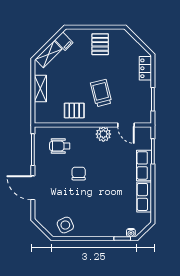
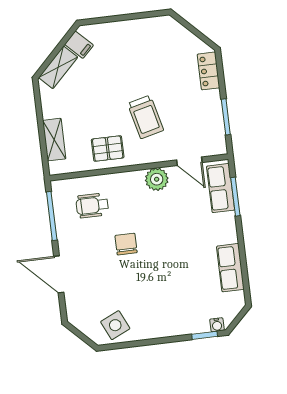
pallet: (100, 44) -> (135, 43), removed
shelving: (40, 88) -> (54, 140), moved
trolley: (101, 93) -> (146, 117), turned 180
row of seats: (144, 165) -> (221, 188), moved

